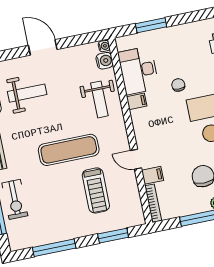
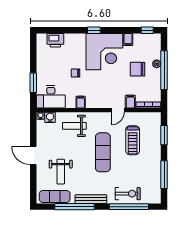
door: (43, 47) -> (33, 155), hinge flipped
desk: (139, 70) -> (51, 97), moved
weight bench: (27, 93) -> (61, 172), turned 180
weight bench: (99, 99) -> (74, 126), turned 180
treadmill: (96, 190) -> (133, 140), turned 90

